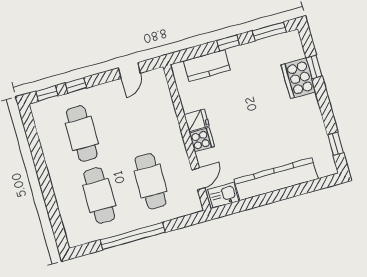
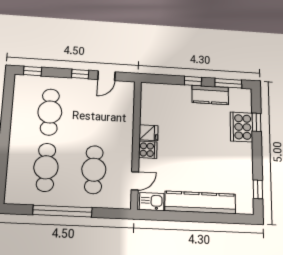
kitchen counter: (207, 65) -> (210, 95), moved
window: (76, 85) -> (80, 74), moved

